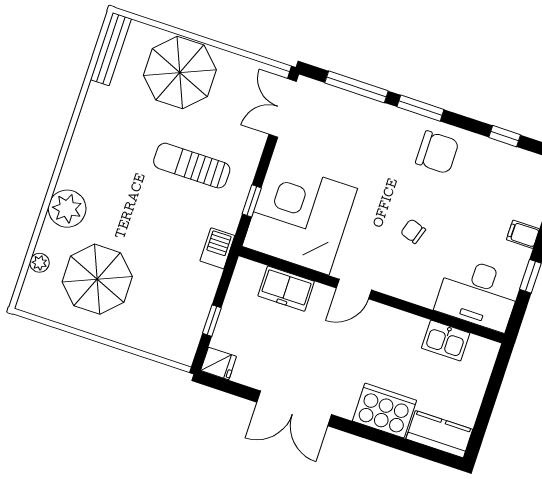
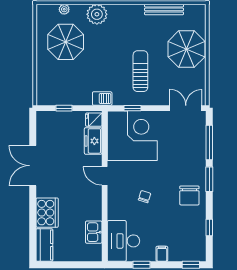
bench: (111, 49) -> (164, 9), moved
fridge: (219, 363) -> (94, 120), moved, turned 90

